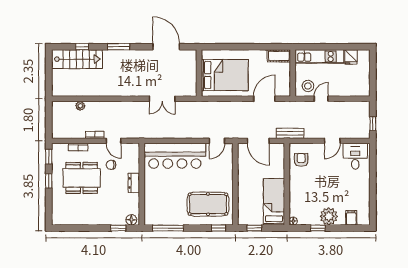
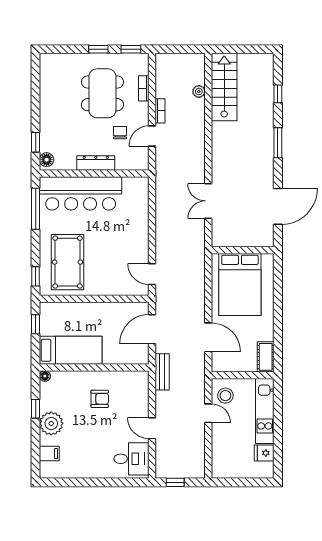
stairs: (77, 59) -> (224, 87), moved, turned 180
bar counter: (175, 156) -> (81, 193), moved, turned -90
armchair: (301, 160) -> (100, 399), moved
dresser: (134, 183) -> (96, 163), width x1.44

